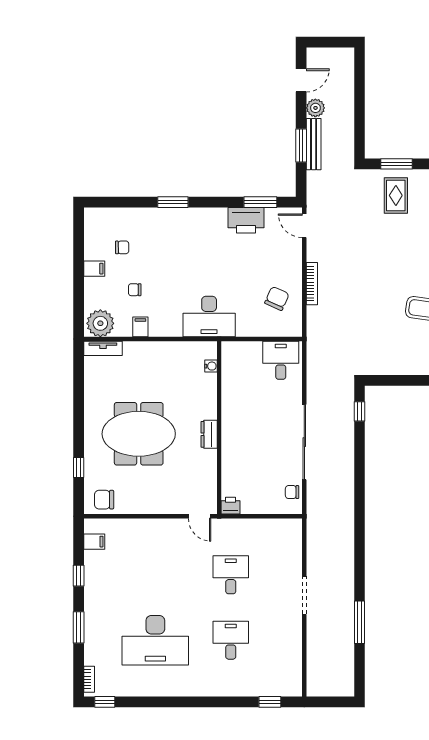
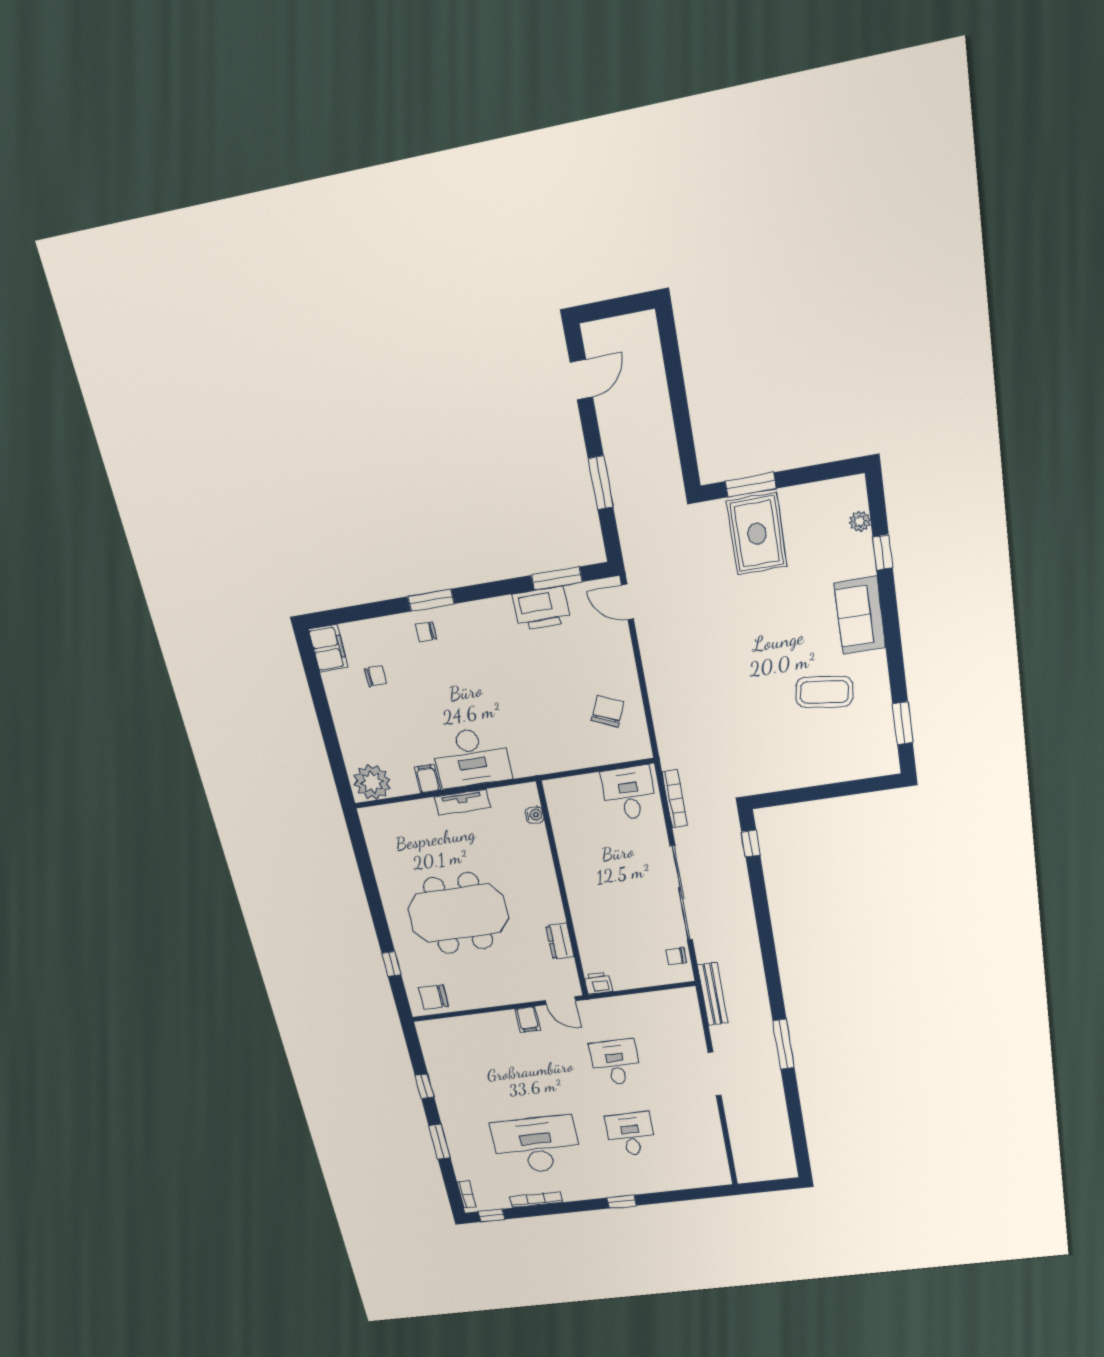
plant: (315, 108) -> (612, 420), removed
bench: (314, 144) -> (712, 994), moved
rug: (396, 195) -> (757, 534), width x1.36, depth x1.43
filing cabinet: (94, 269) -> (328, 648), moved, width x2.00
bookcase: (312, 284) -> (675, 799), moved
chair: (135, 290) -> (426, 632), moved
desk: (209, 316) -> (471, 758), moved
tv unit: (103, 348) -> (462, 802), moved
dresser: (209, 434) -> (560, 941), moved
filing cabinet: (94, 542) -> (528, 1019), moved, turned 90
window: (360, 622) -> (783, 1044), moved
desk: (155, 640) -> (537, 1145), turned 180
bookcase: (144, 691) -> (536, 1200), added
window: (270, 702) -> (622, 1202), moved

